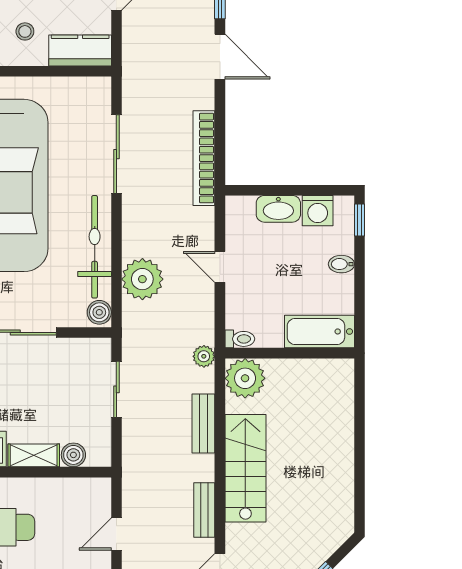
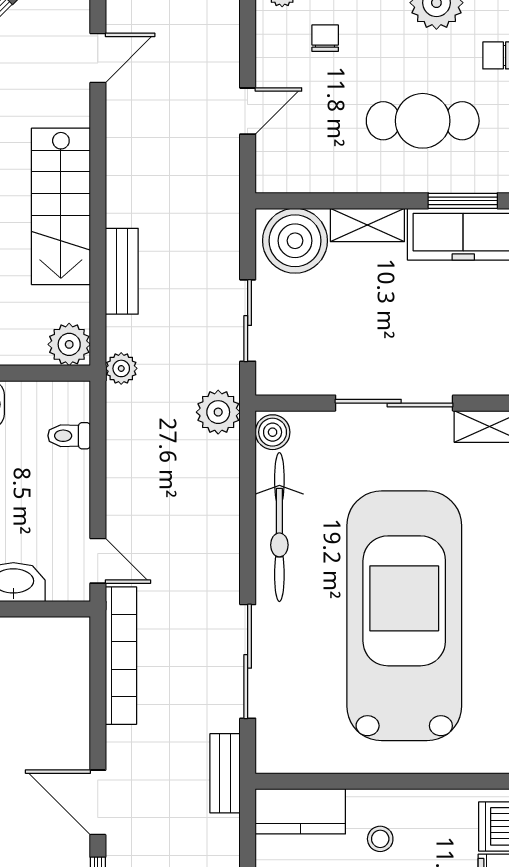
door: (220, 267) -> (98, 561), moved
plant: (142, 279) -> (218, 412), moved, width x0.73, depth x0.73
toilet: (240, 339) -> (69, 436), moved
plant: (245, 378) -> (69, 344), width x0.73, depth x0.73
boiler: (73, 455) -> (295, 241), width x1.86, depth x1.86
bench: (204, 510) -> (225, 773), moved

